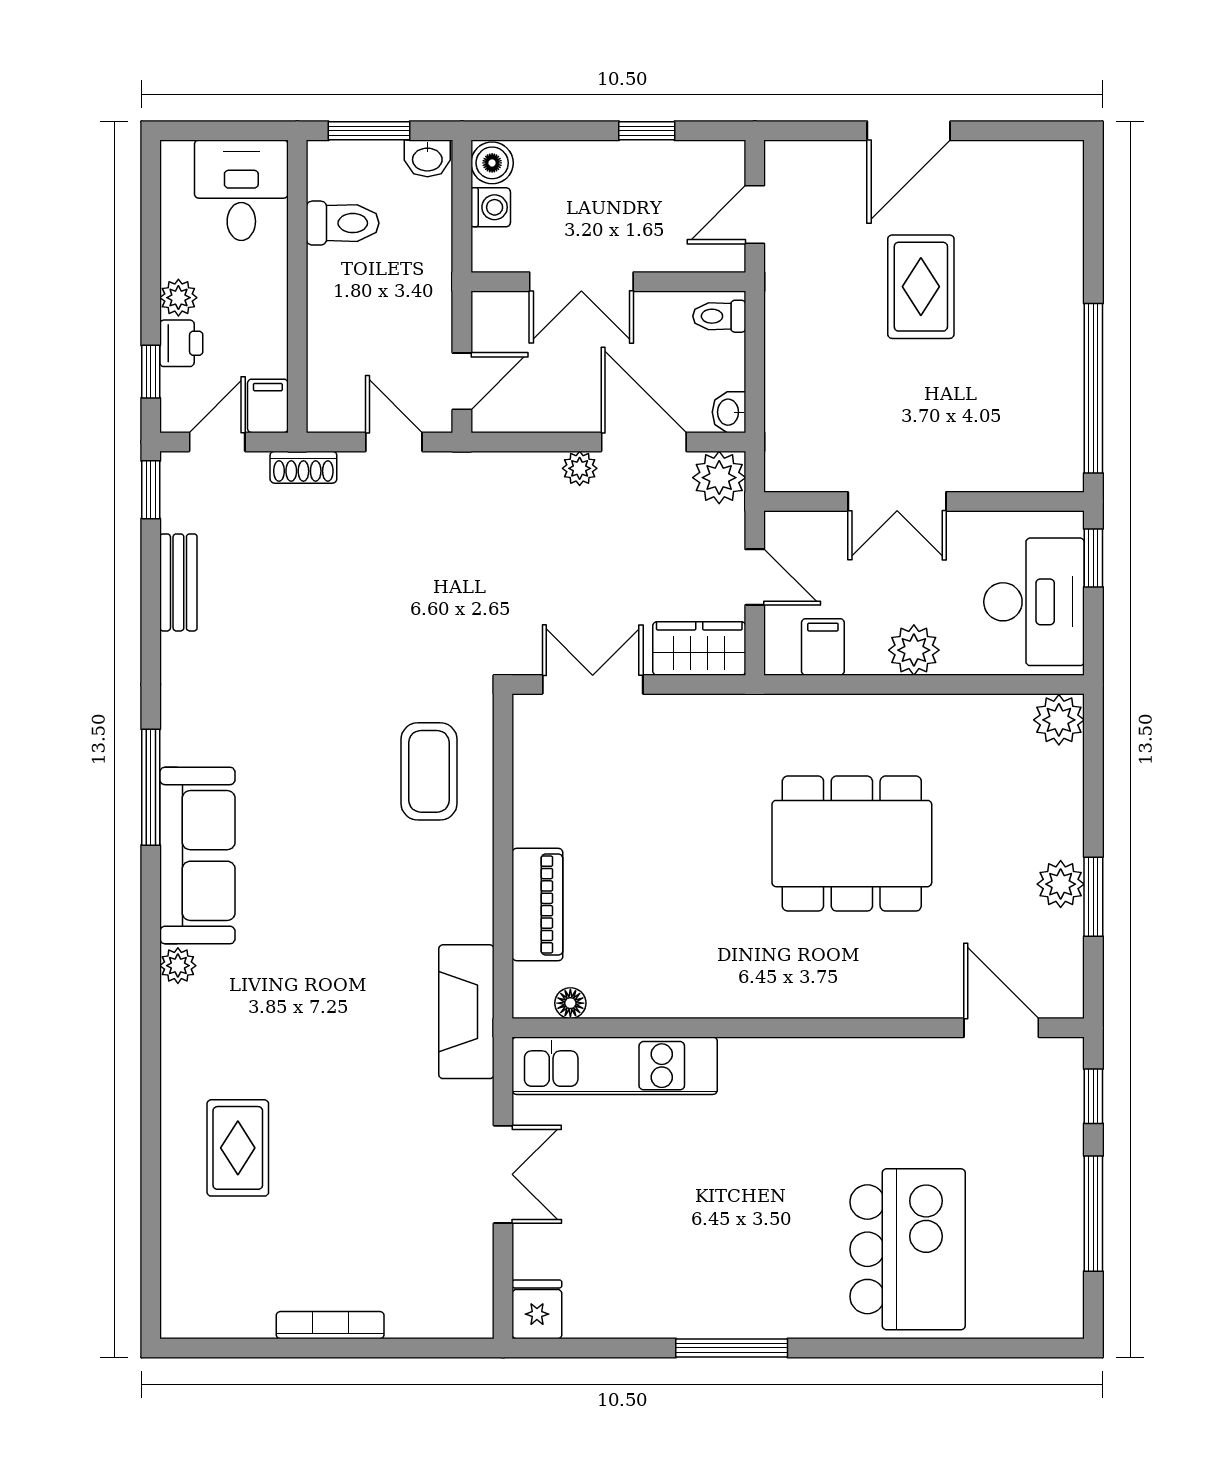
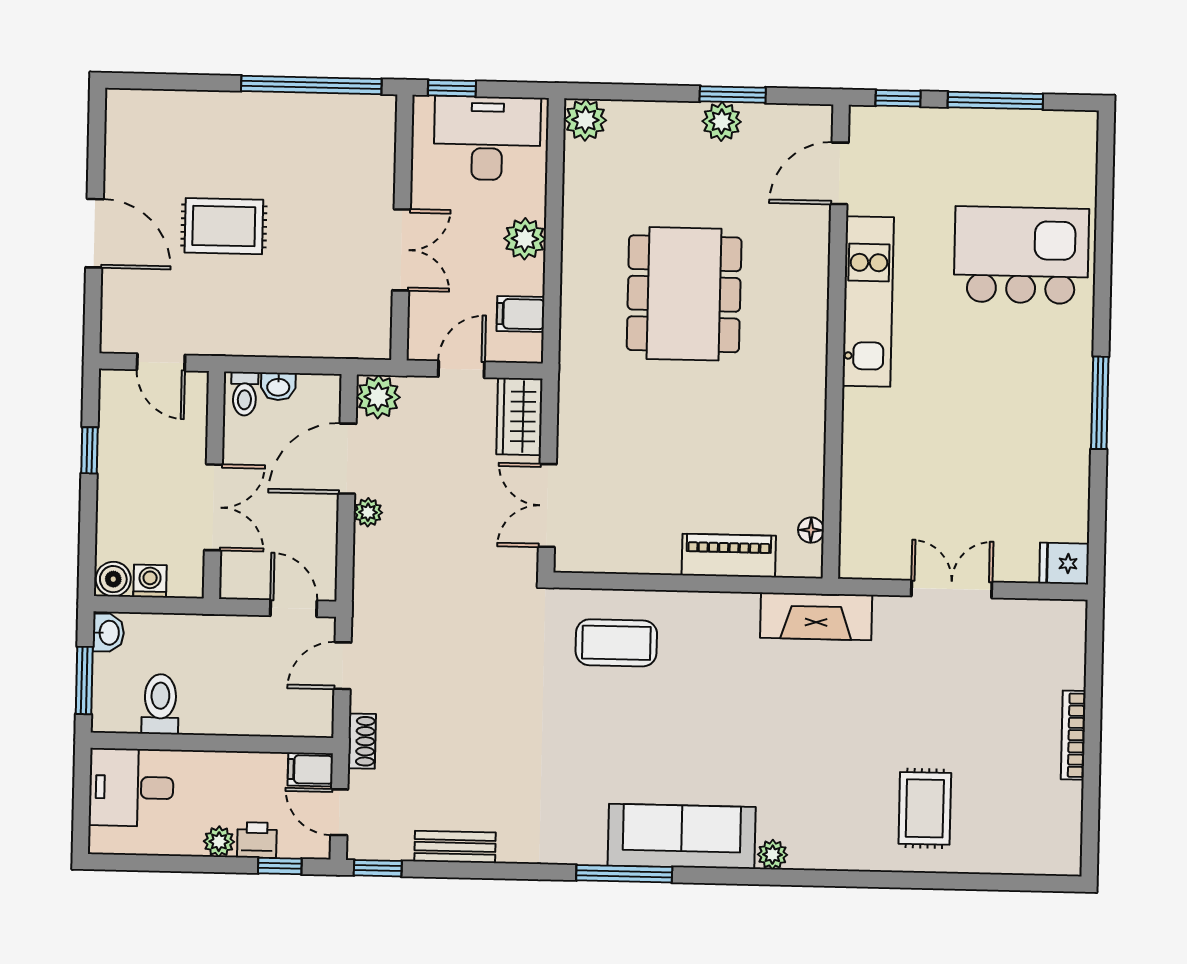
washbasin: (729, 412) -> (278, 386), moved
kitchen unit: (615, 1066) -> (868, 302), moved
rug: (238, 1148) -> (925, 808), turned 90

